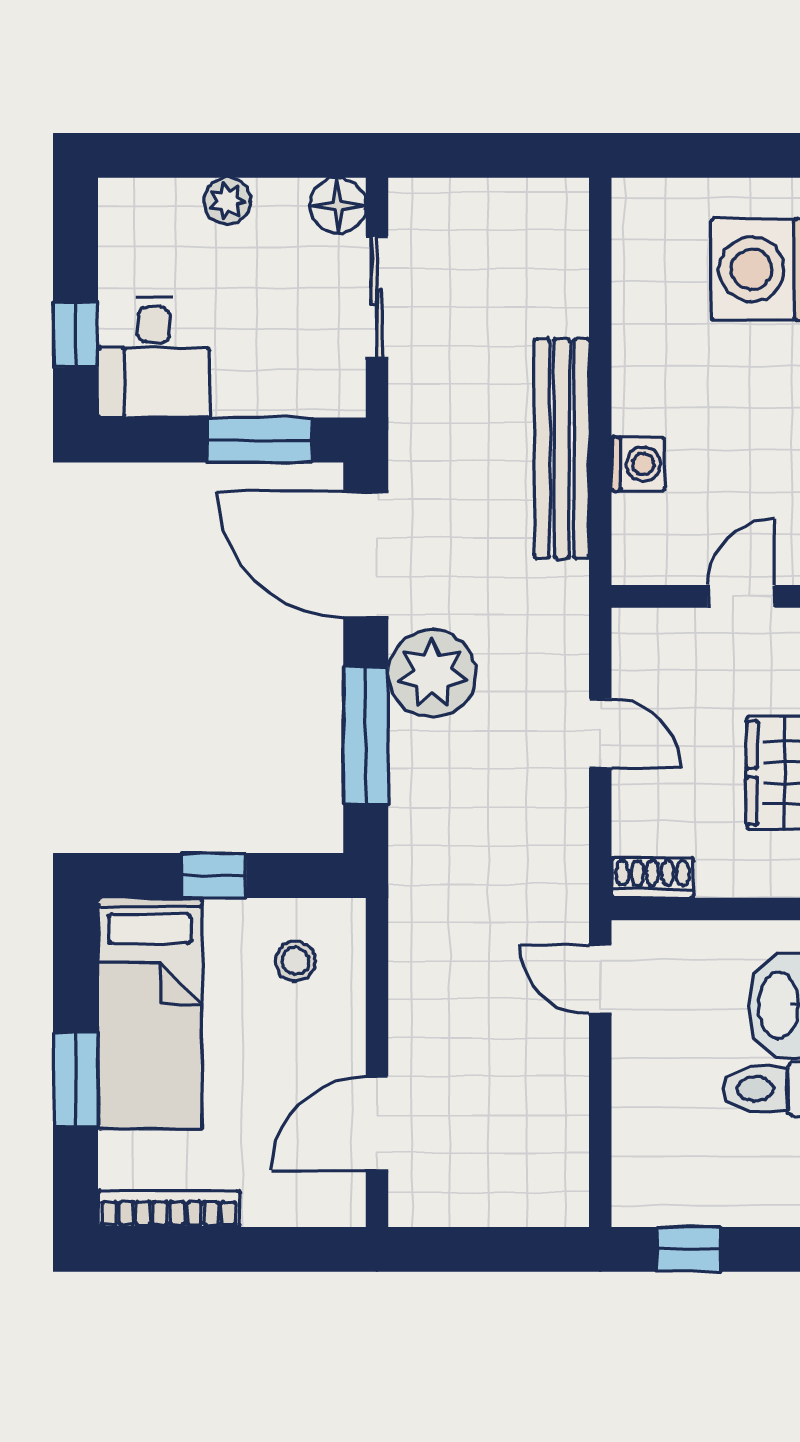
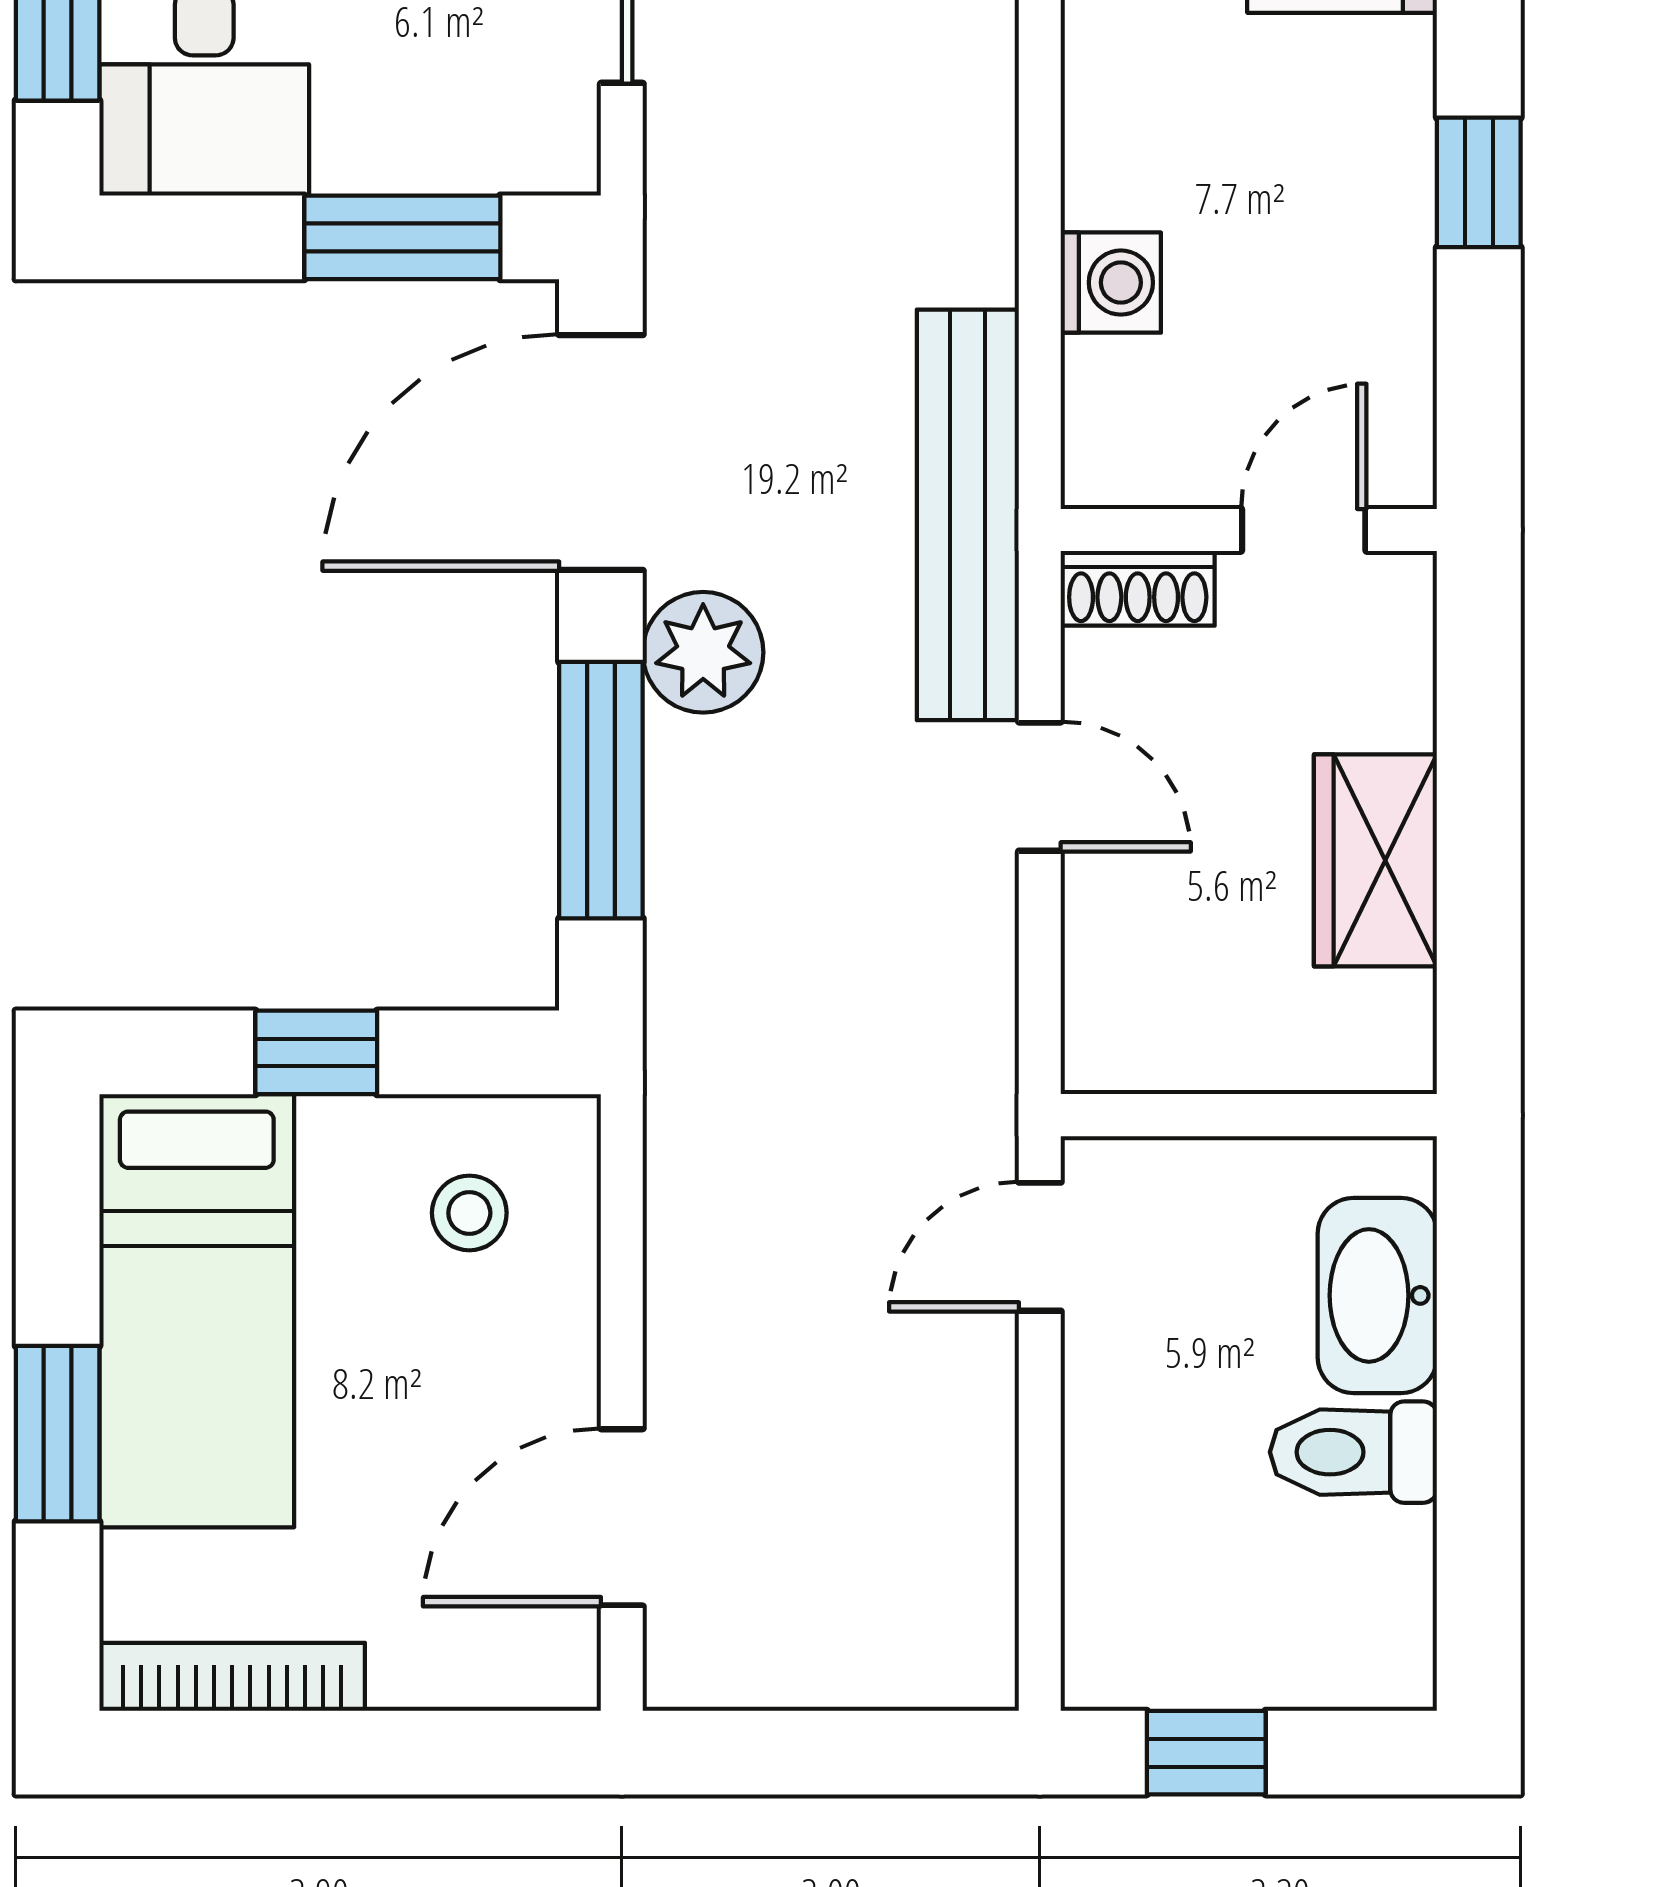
bench: (562, 449) -> (968, 515), moved
door: (366, 555) -> (601, 452), hinge flipped
plant: (432, 673) -> (703, 652), width x0.73, depth x0.73
shoe rack: (652, 878) -> (1138, 588), moved, turned 180
door: (600, 979) -> (1040, 1247), hinge flipped

